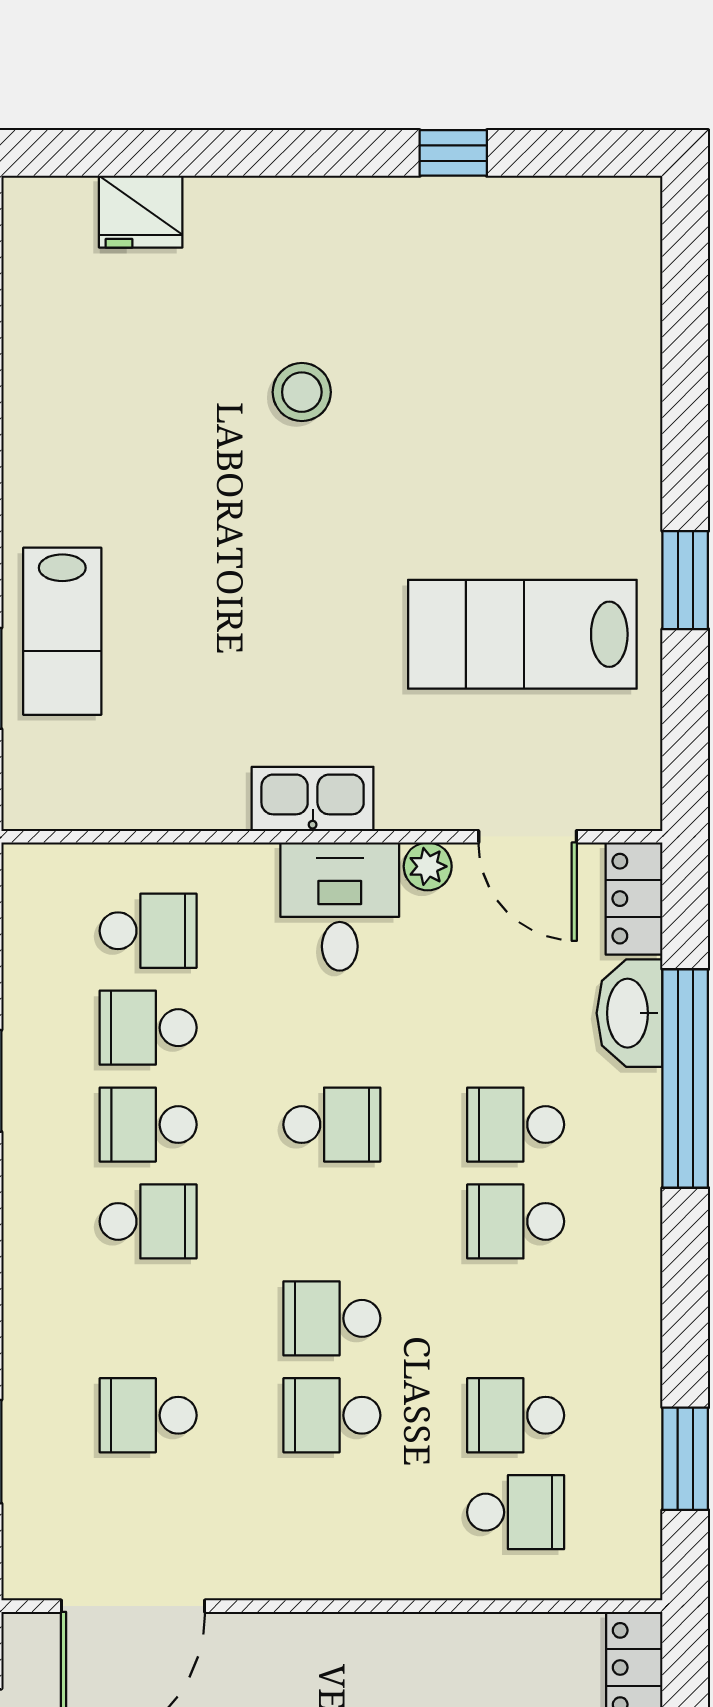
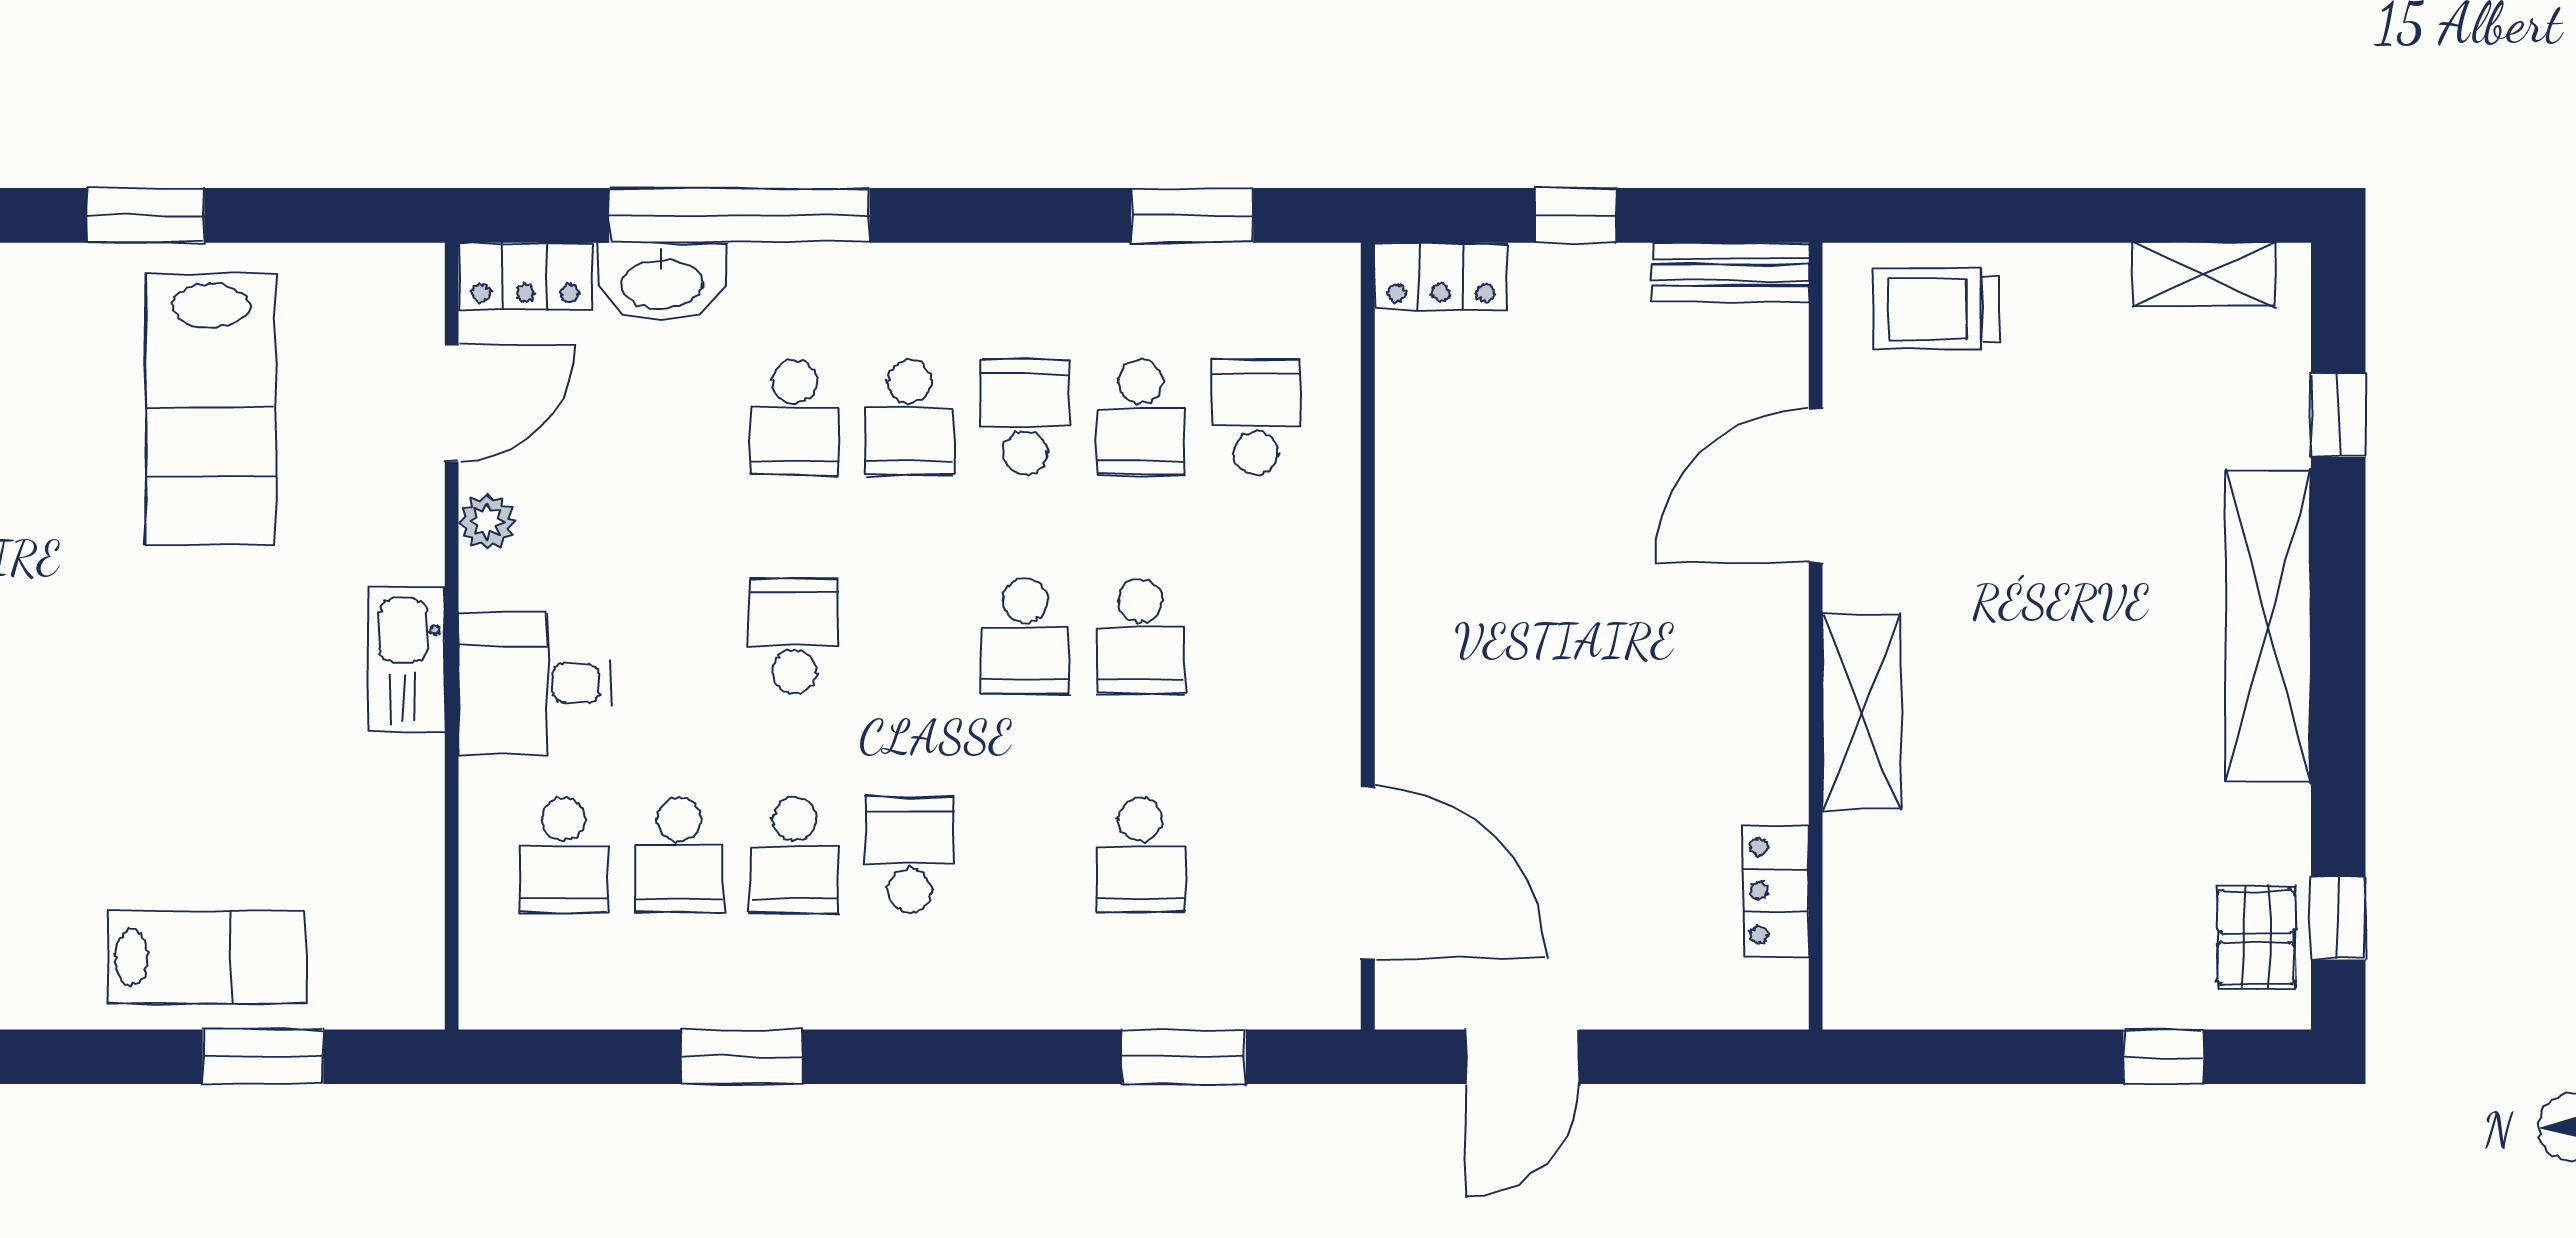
desk: (340, 907) -> (535, 683), moved
school desk: (148, 931) -> (564, 855), turned 180
school desk: (516, 1318) -> (1025, 417), added

